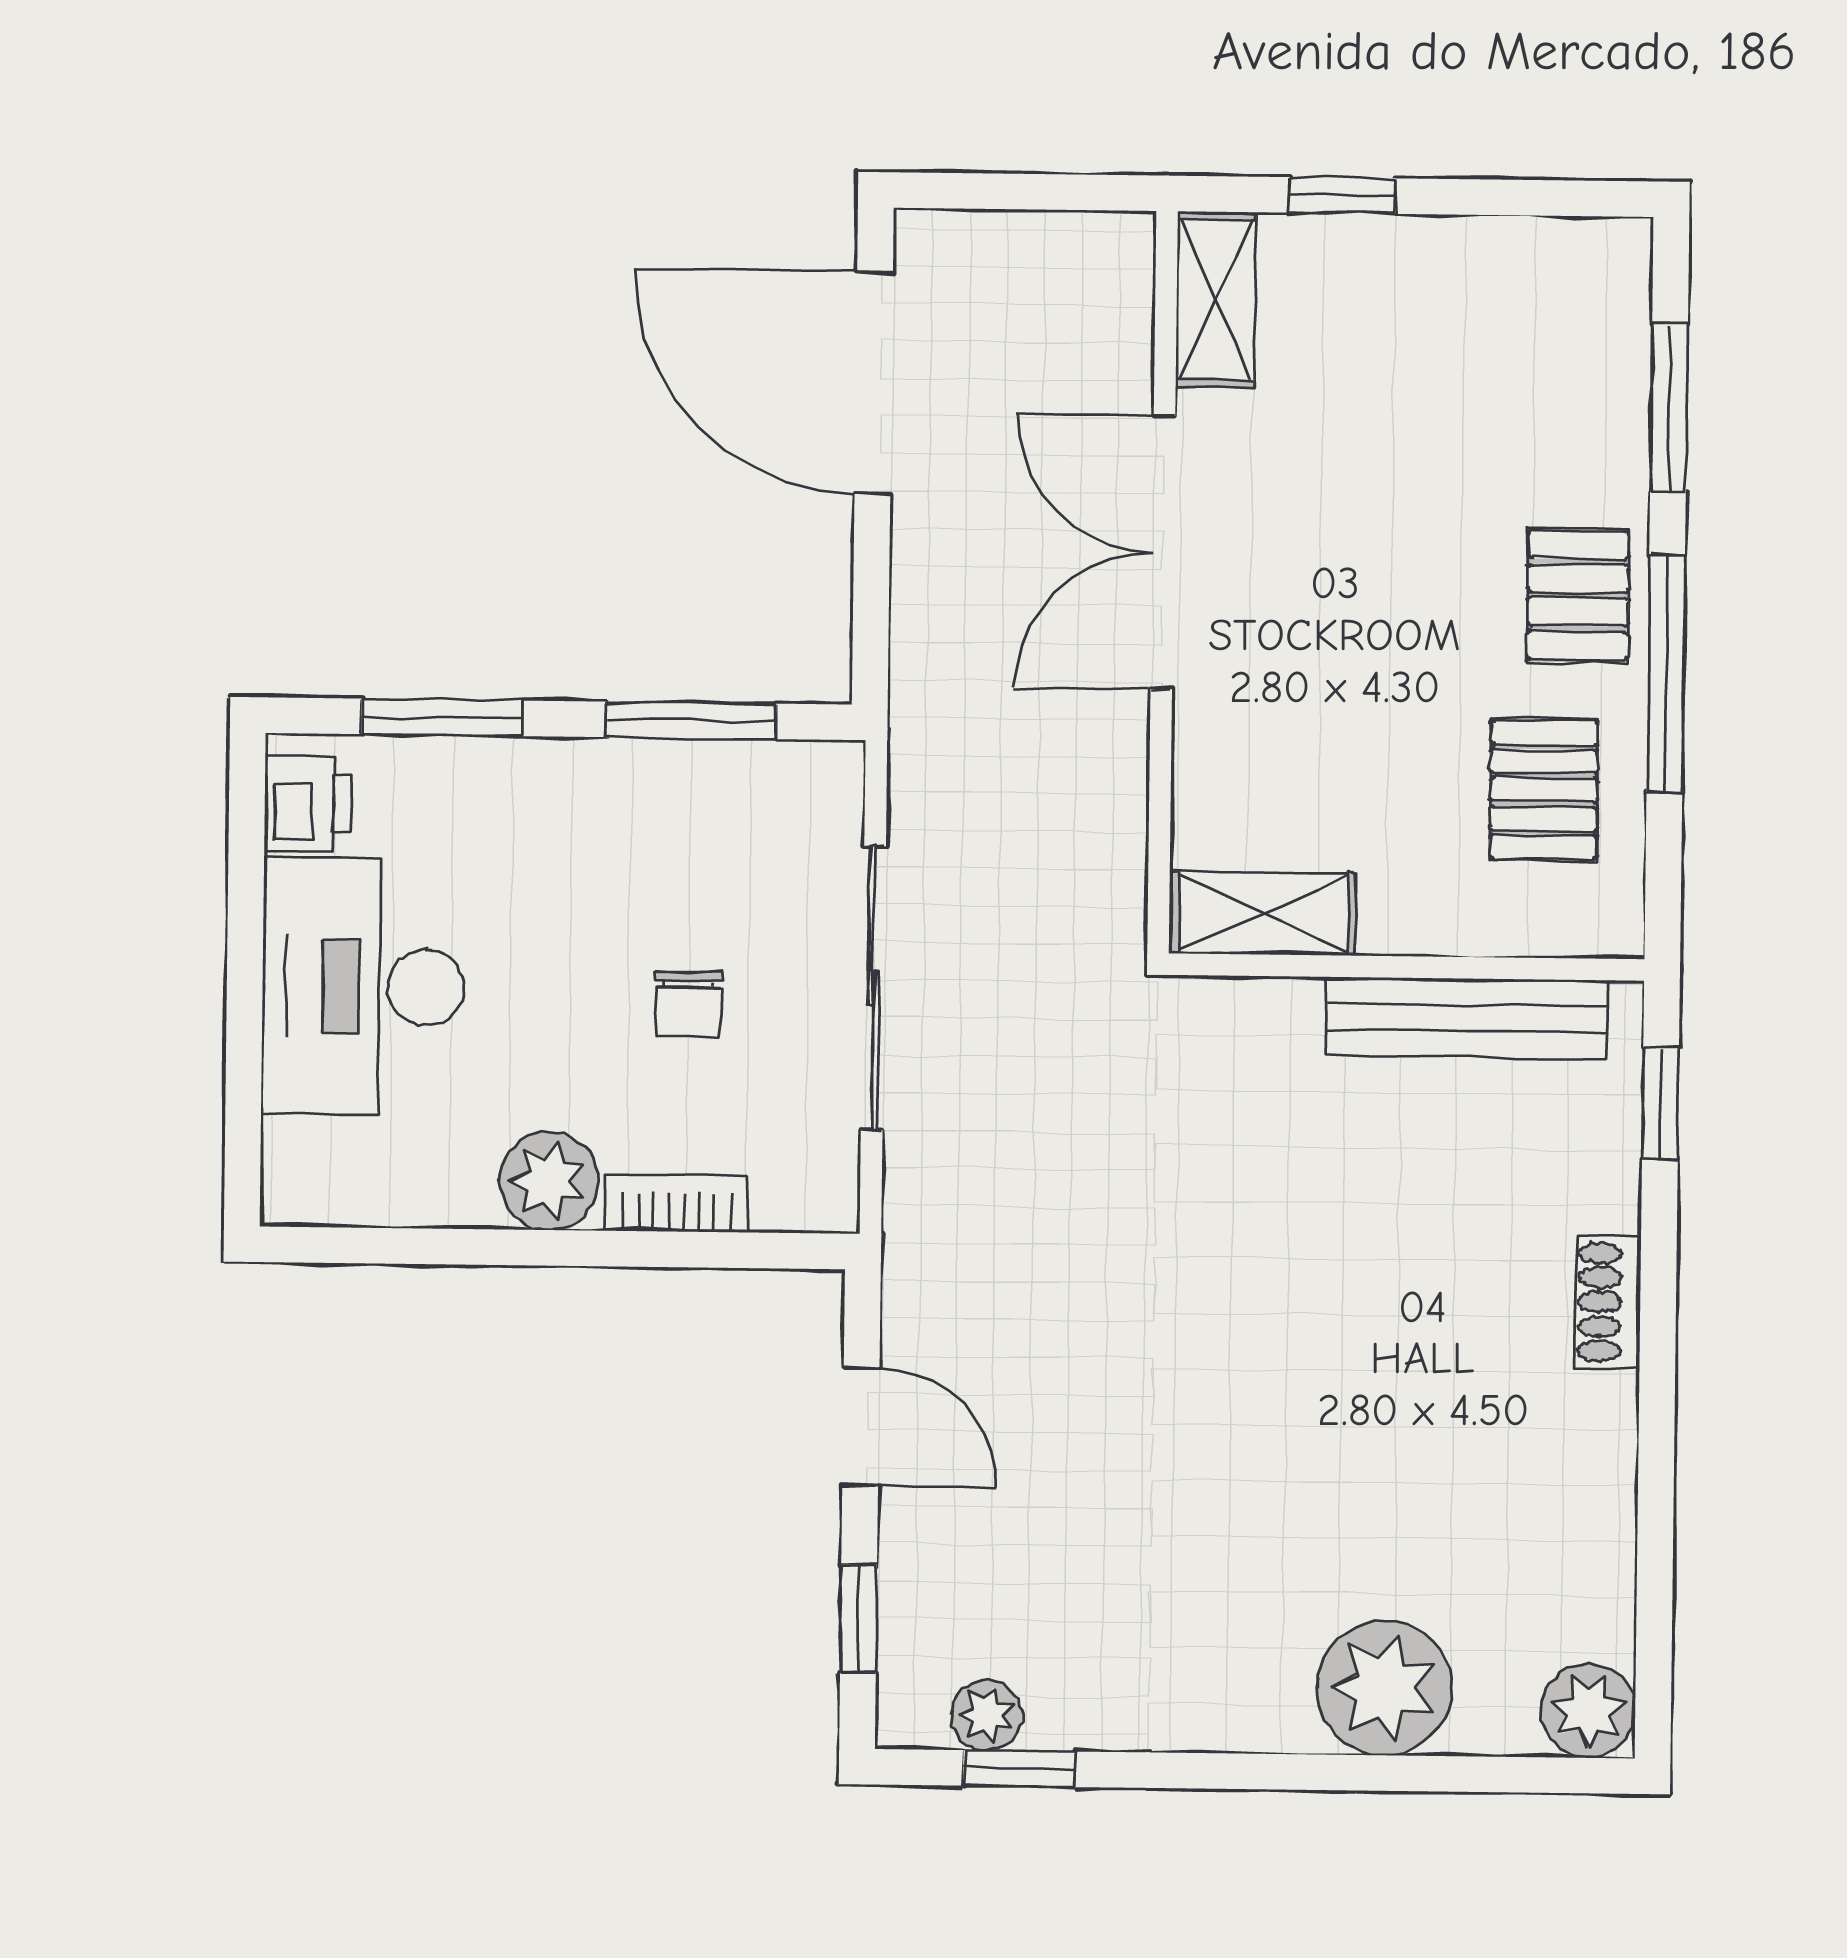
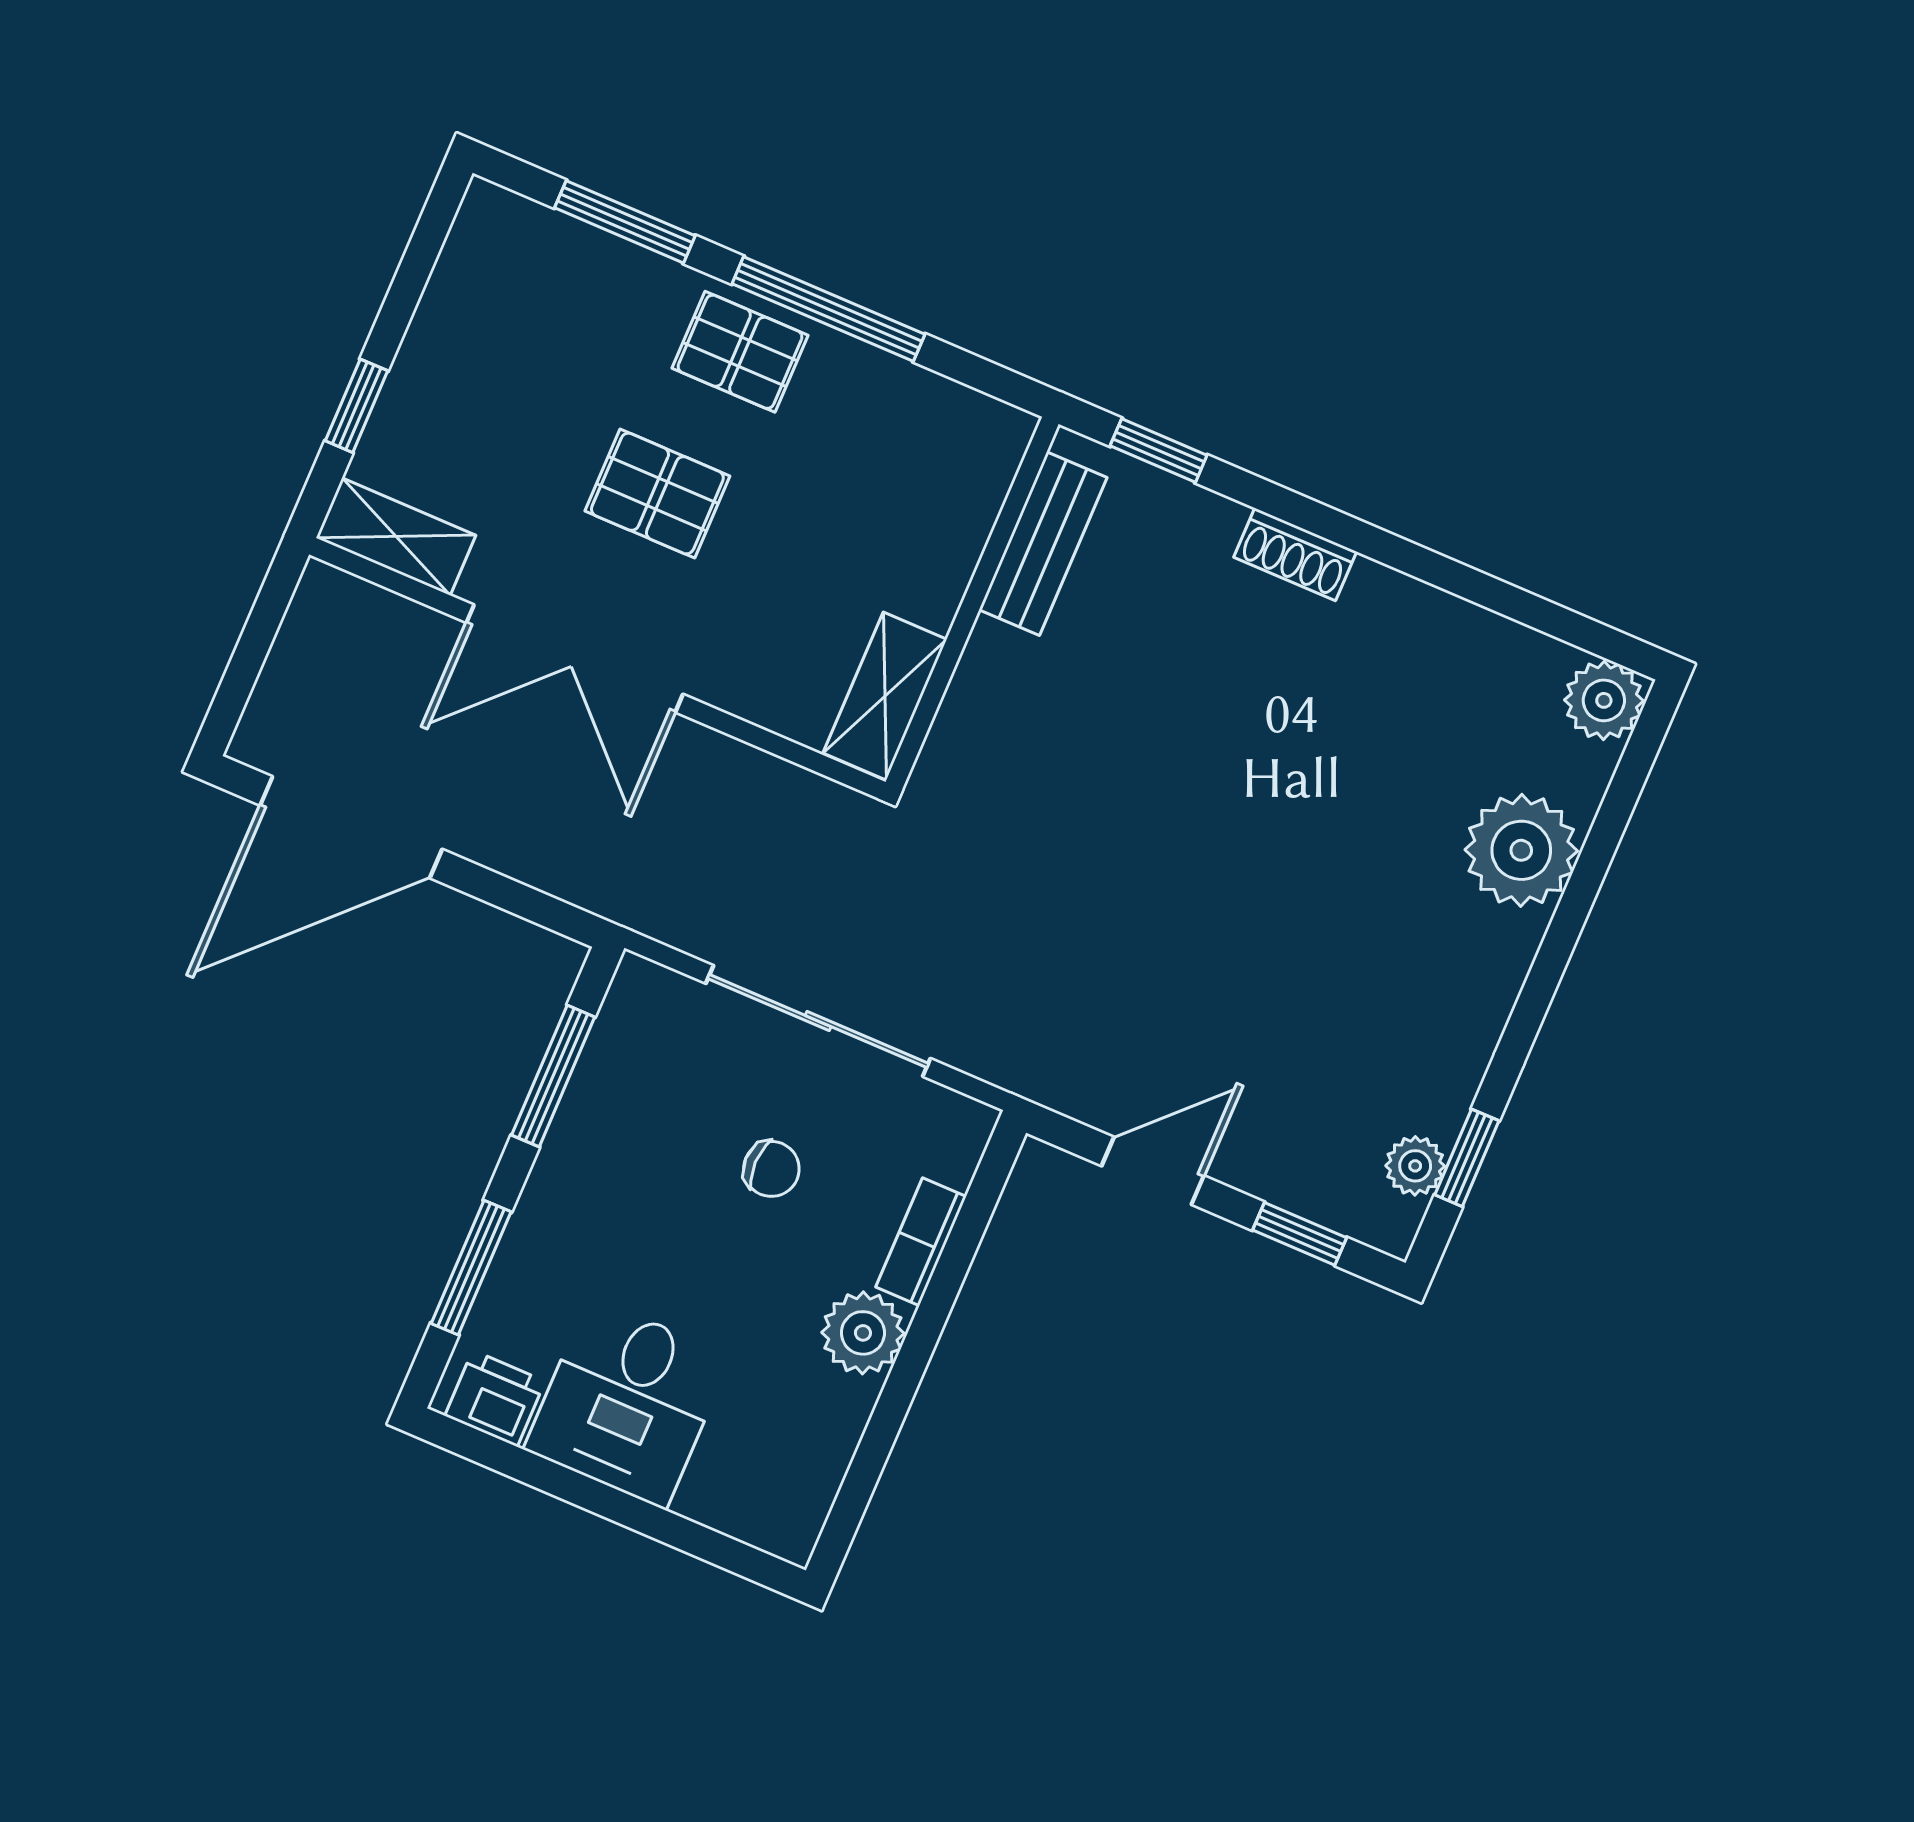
pallet: (1544, 790) -> (657, 494), moved
desk: (363, 987) -> (627, 1403), width x0.73
bench: (1467, 1018) -> (1043, 544), width x0.73

